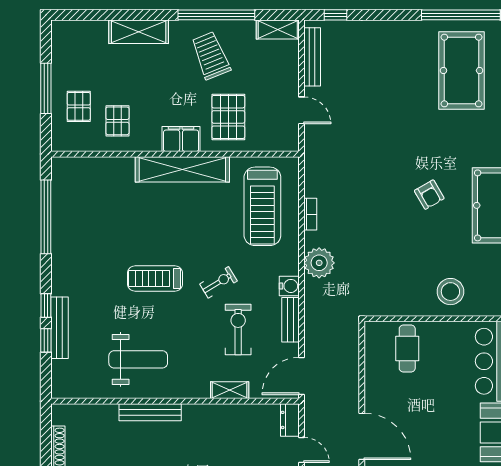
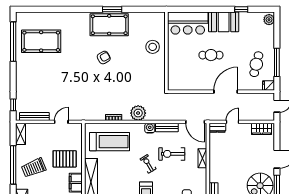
cafe table: (407, 348) -> (211, 55), moved

